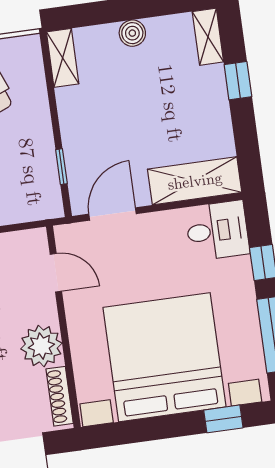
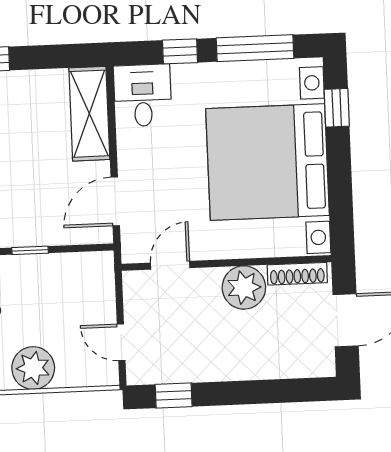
window: (61, 167) -> (30, 250), moved
door: (112, 214) -> (115, 201), hinge flipped

